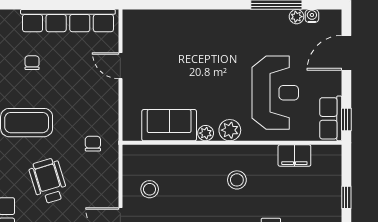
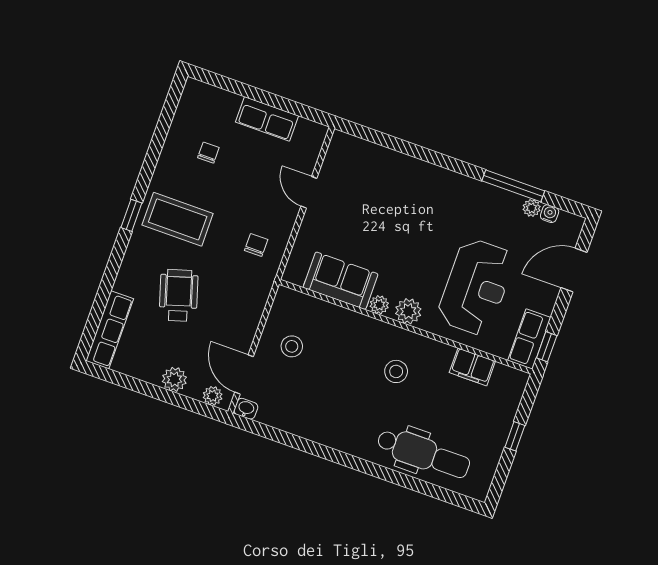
row of seats: (68, 21) -> (267, 119), width x0.50
chair: (93, 144) -> (256, 245), moved

